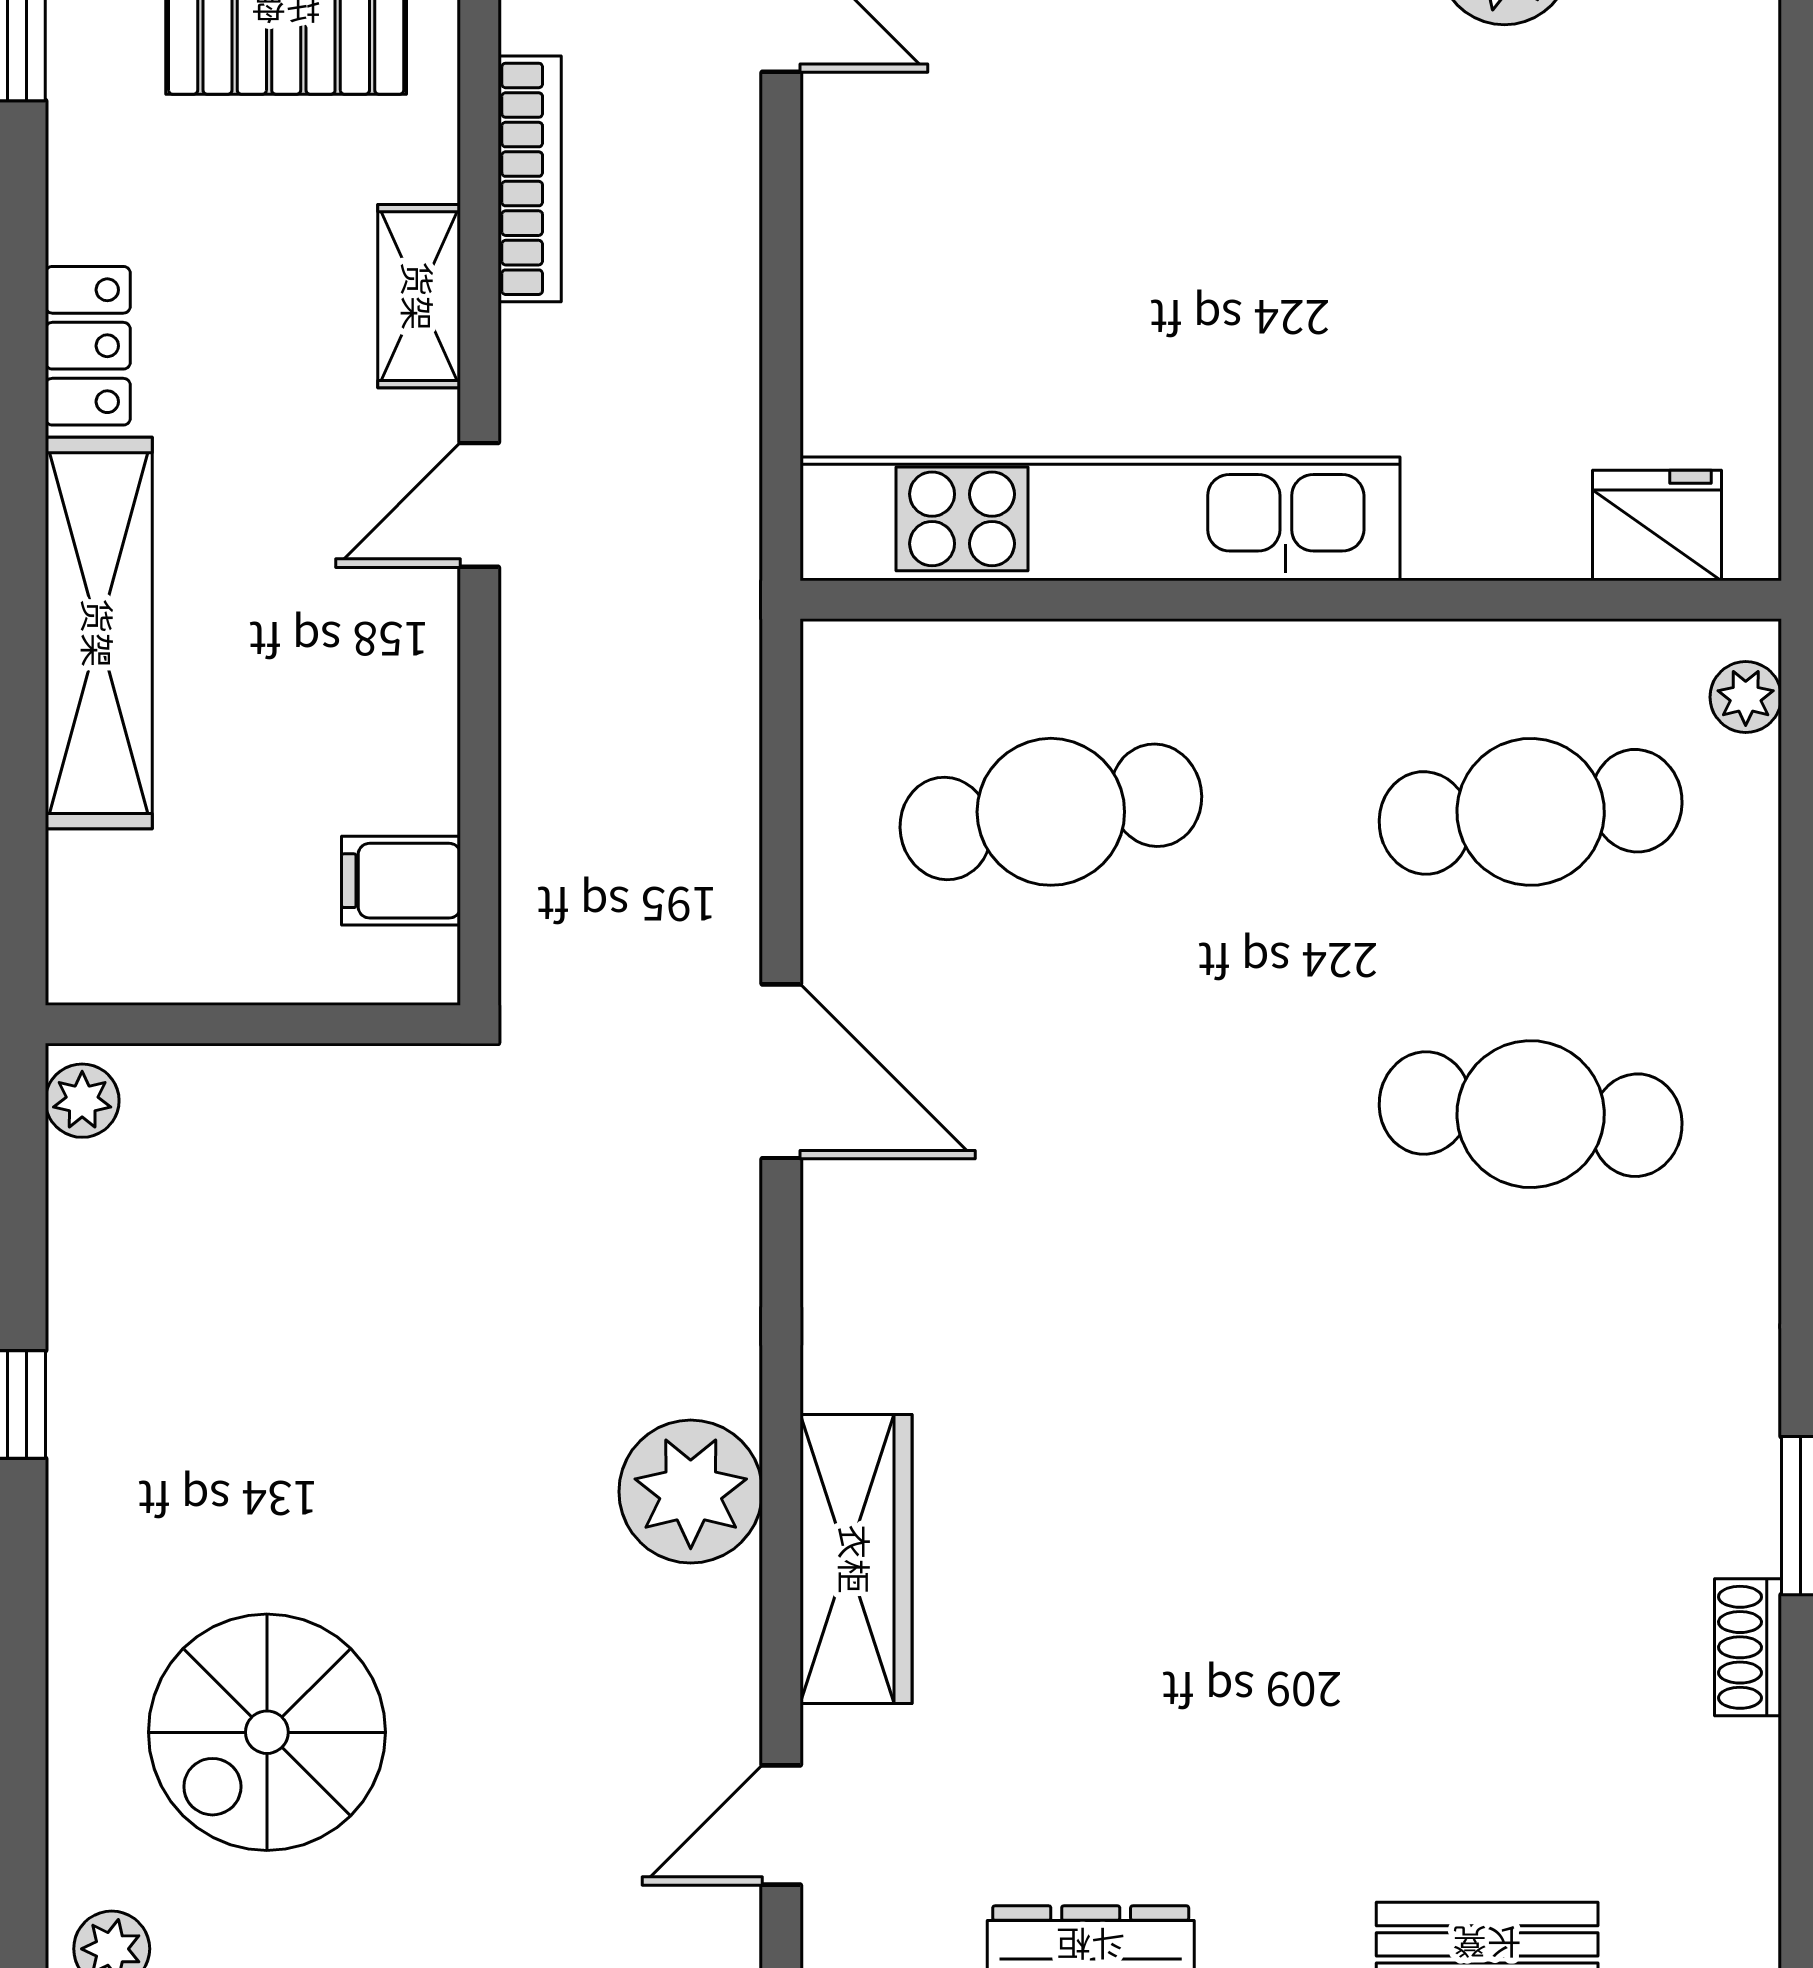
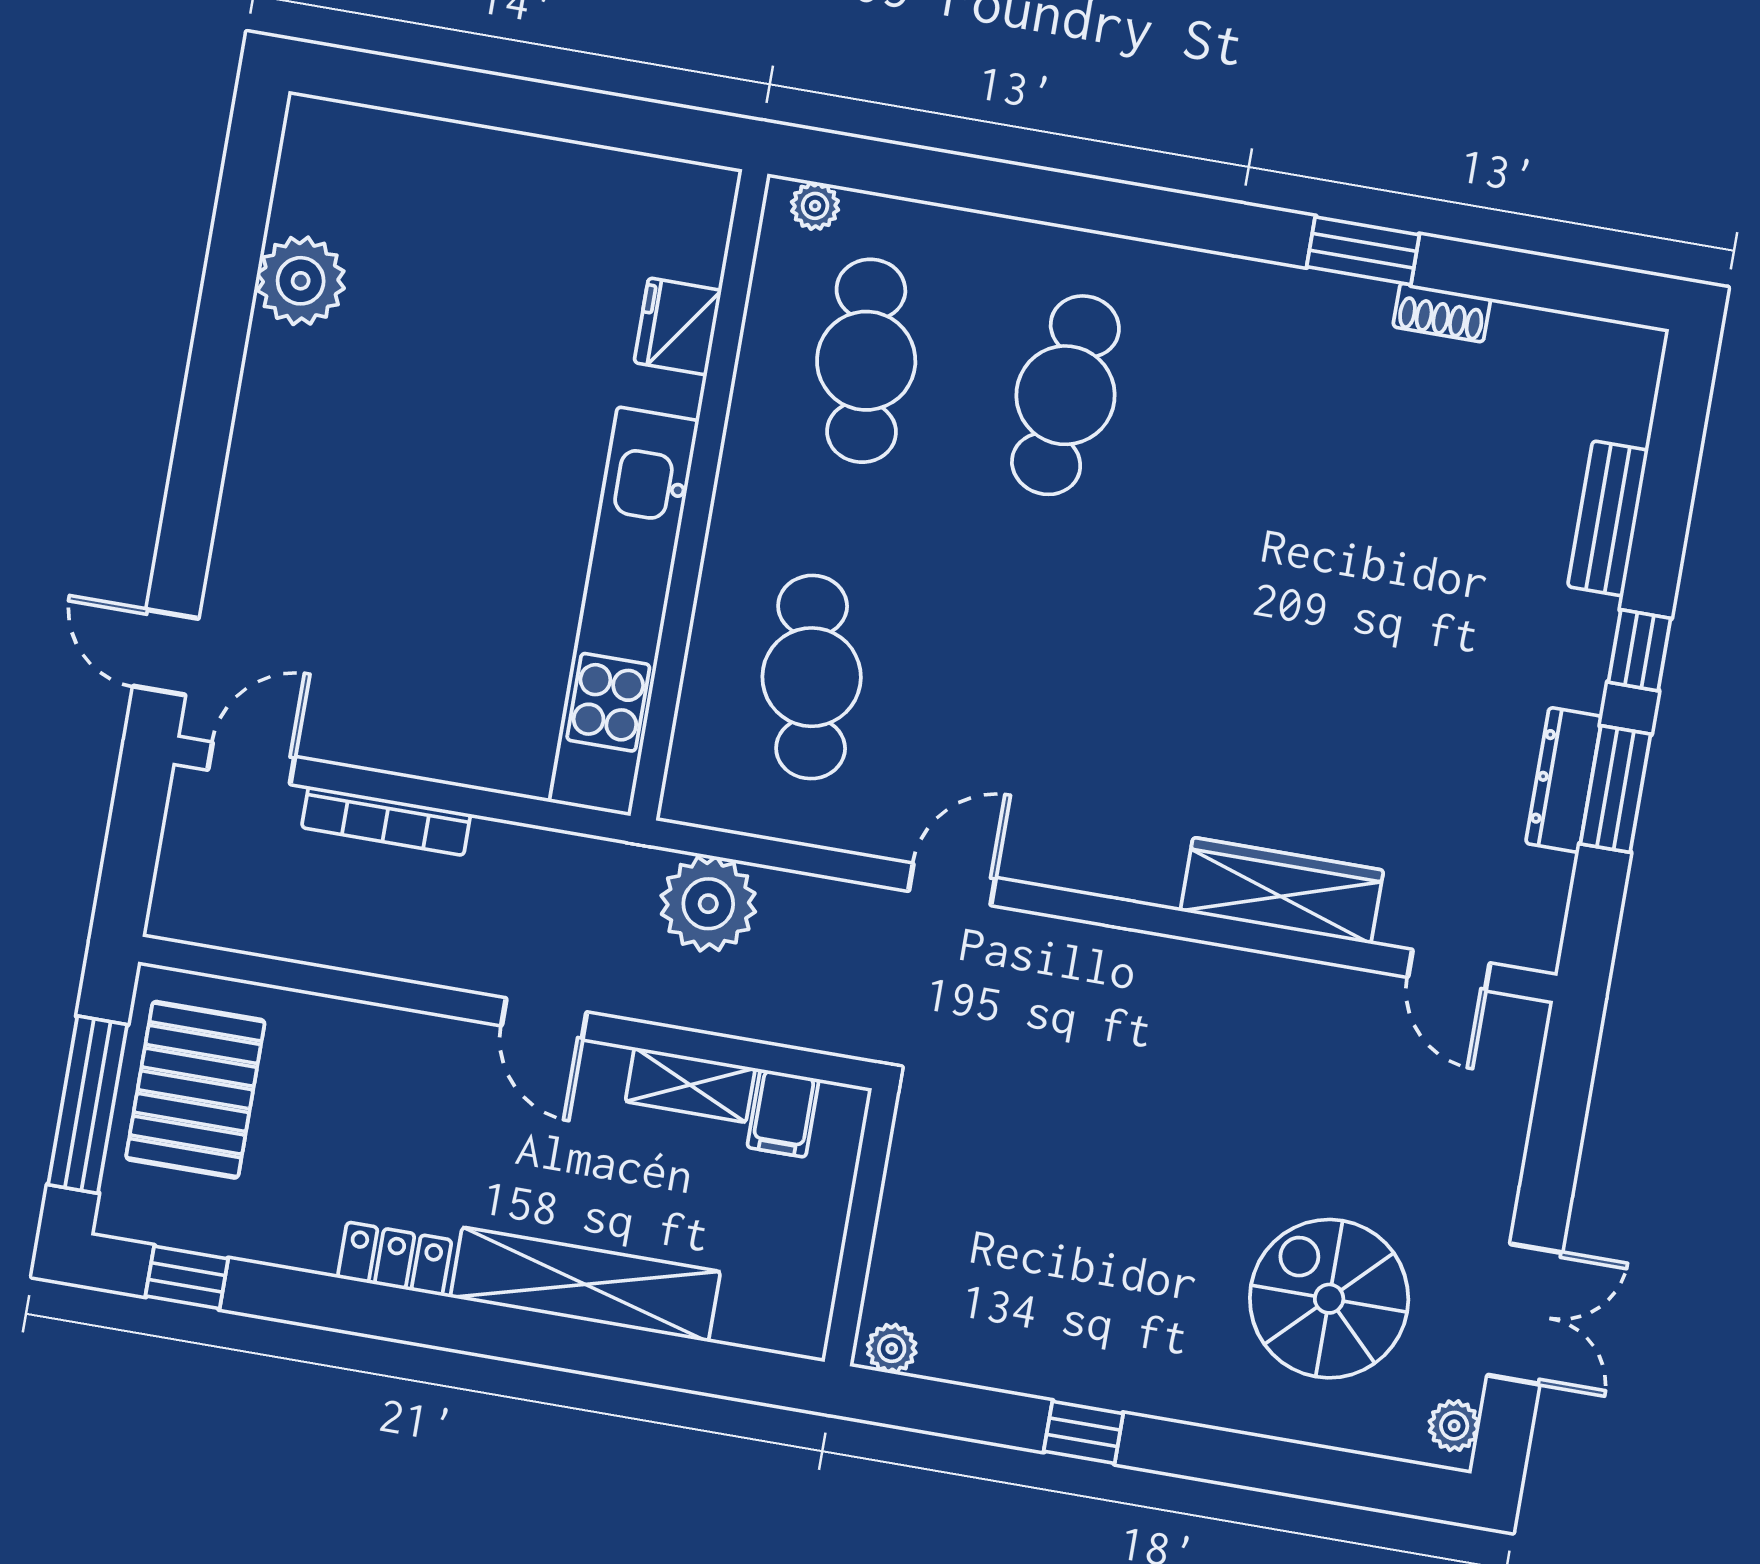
bookcase: (530, 179) -> (386, 821), moved, turned 180
shelving: (419, 296) -> (690, 1085), moved
fridge: (1657, 525) -> (678, 326), moved
door: (781, 1071) -> (952, 884), width x0.73
plant: (691, 1492) -> (708, 904), moved
spiral stairs: (267, 1732) -> (1329, 1299), turned 180

